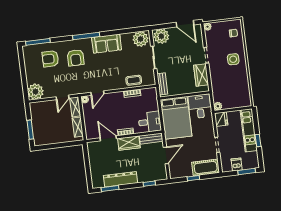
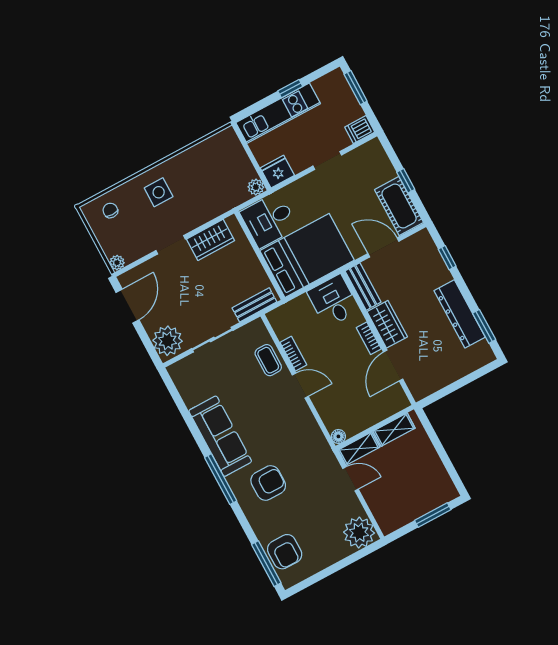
plant: (141, 39) -> (187, 377), removed
sofa: (107, 44) -> (220, 436), width x1.36
armchair: (50, 59) -> (285, 552), moved
door: (97, 93) -> (300, 386), moved
dishwasher: (237, 164) -> (360, 130), moved
cot: (206, 168) -> (399, 206), moved

